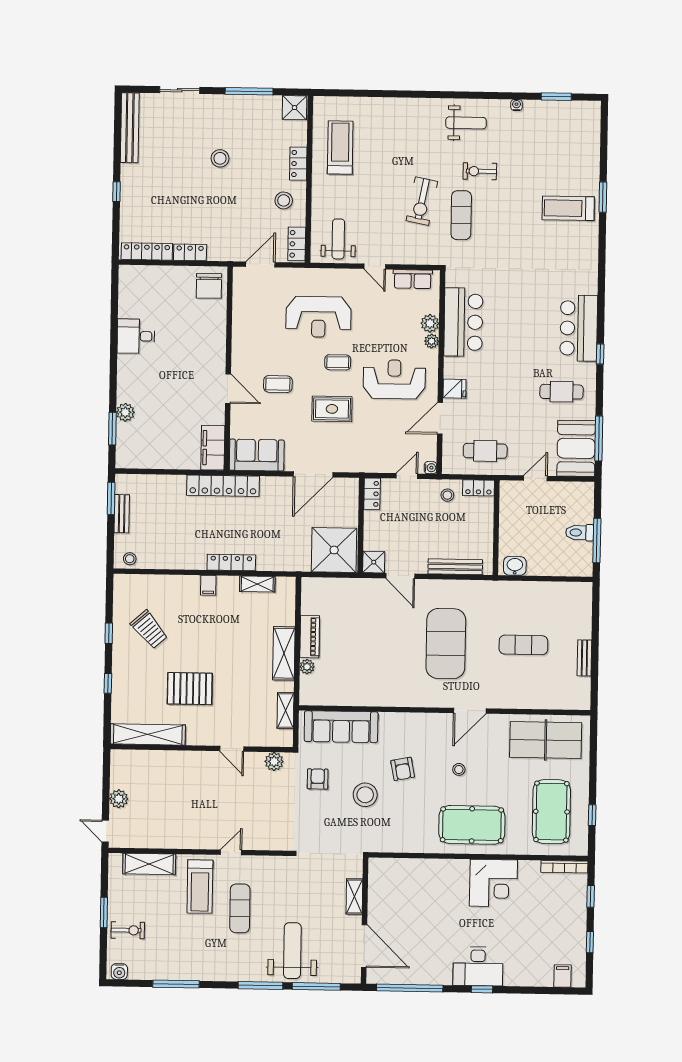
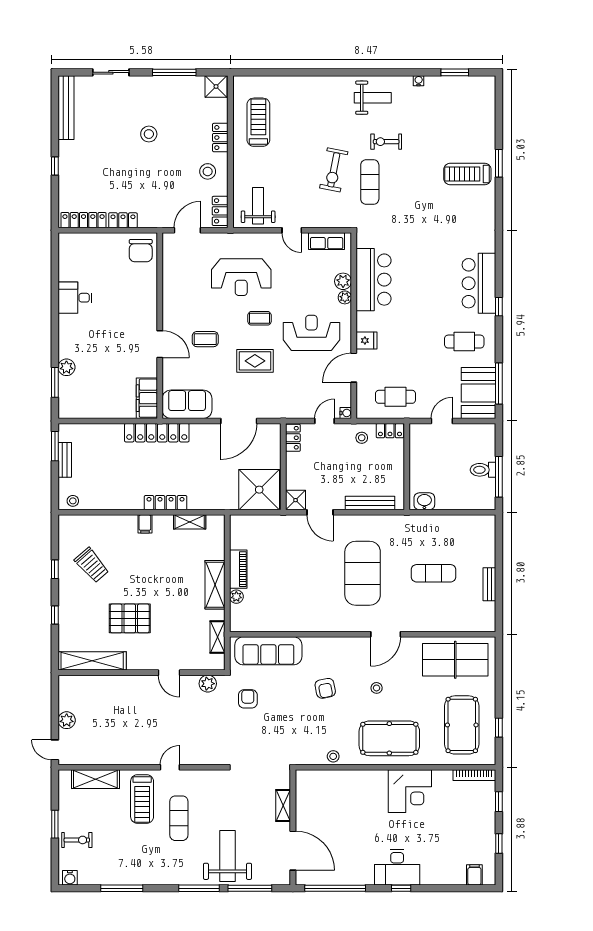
stool: (365, 795) -> (333, 756), moved, width x0.53, depth x0.53

